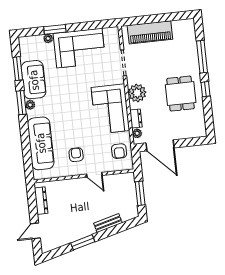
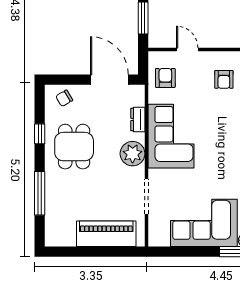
window: (206, 89) -> (40, 134), moved
chair: (192, 128) -> (64, 98), added
plant: (137, 133) -> (138, 99), removed
door: (94, 175) -> (187, 50), moved

